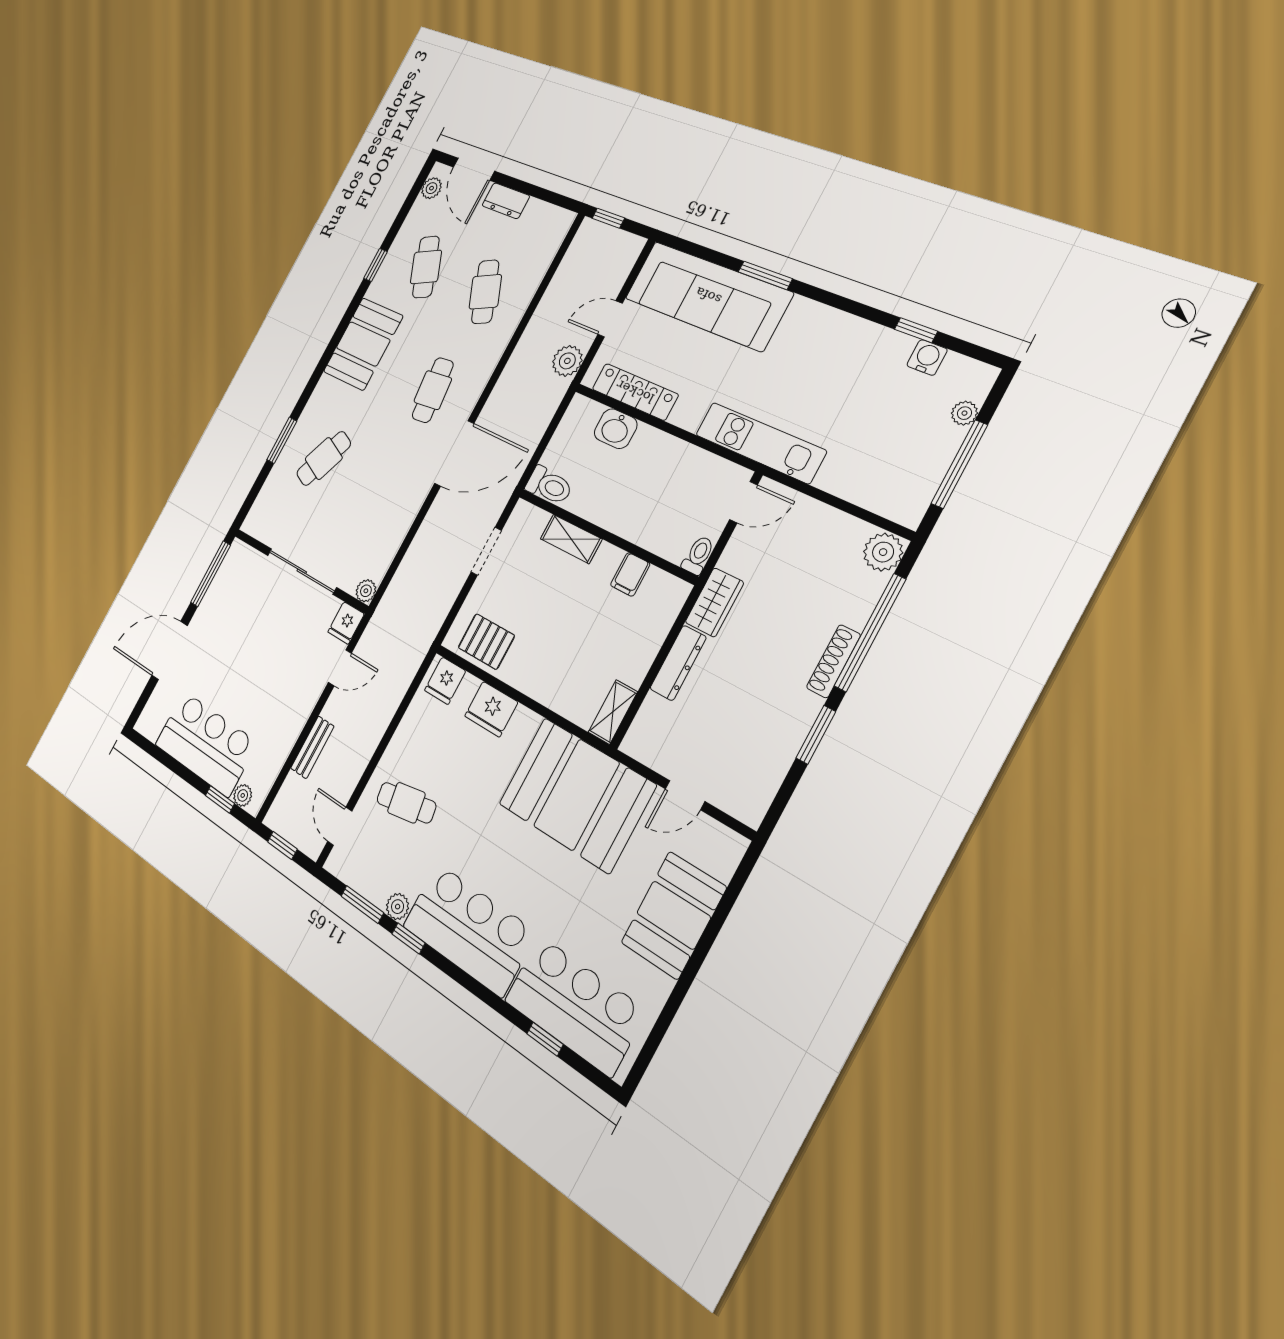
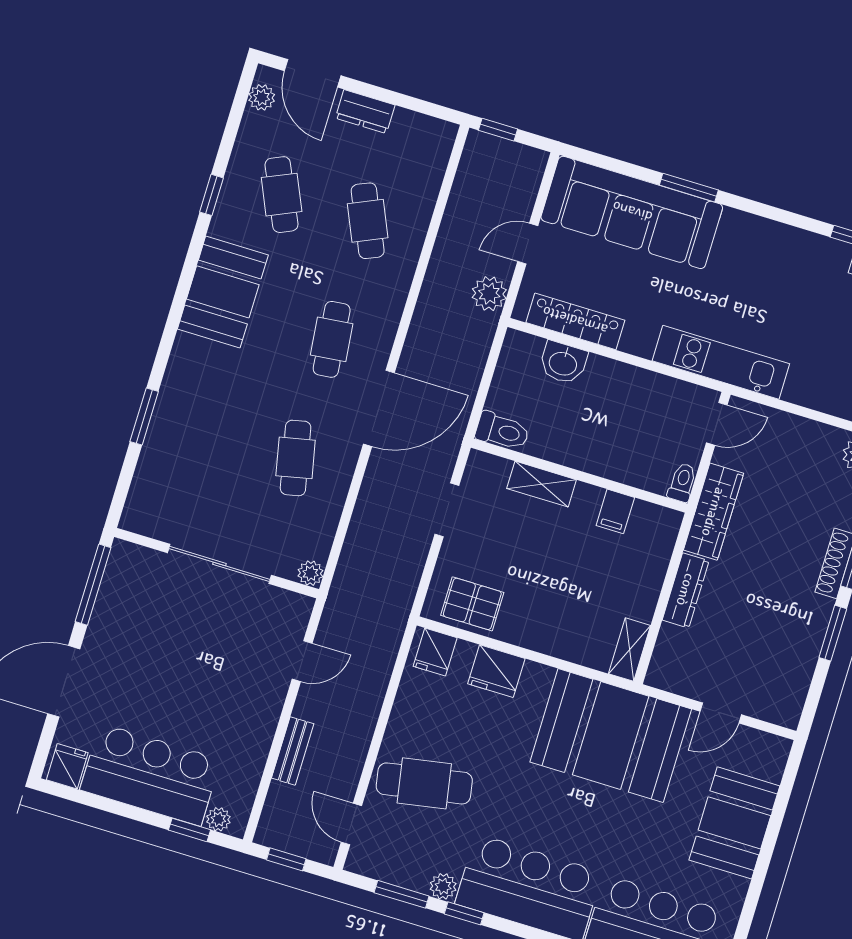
cafe table: (324, 458) -> (296, 458), moved, turned -36
wardrobe: (714, 602) -> (714, 512), width x1.50
fridge: (346, 623) -> (67, 766), moved, turned 180
cafe table: (406, 803) -> (424, 783), width x1.37, depth x1.35

